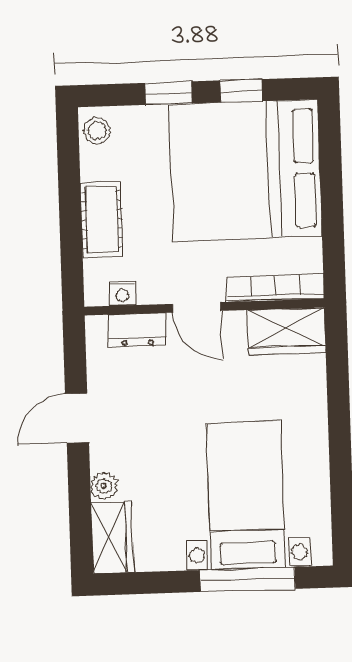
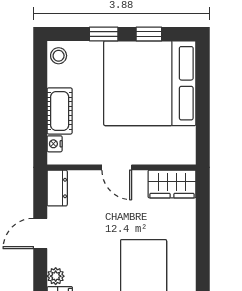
bookcase: (275, 288) -> (166, 157), removed
nightstand: (122, 293) -> (55, 144), moved, turned 90
dresser: (137, 330) -> (57, 188), moved, turned -90

